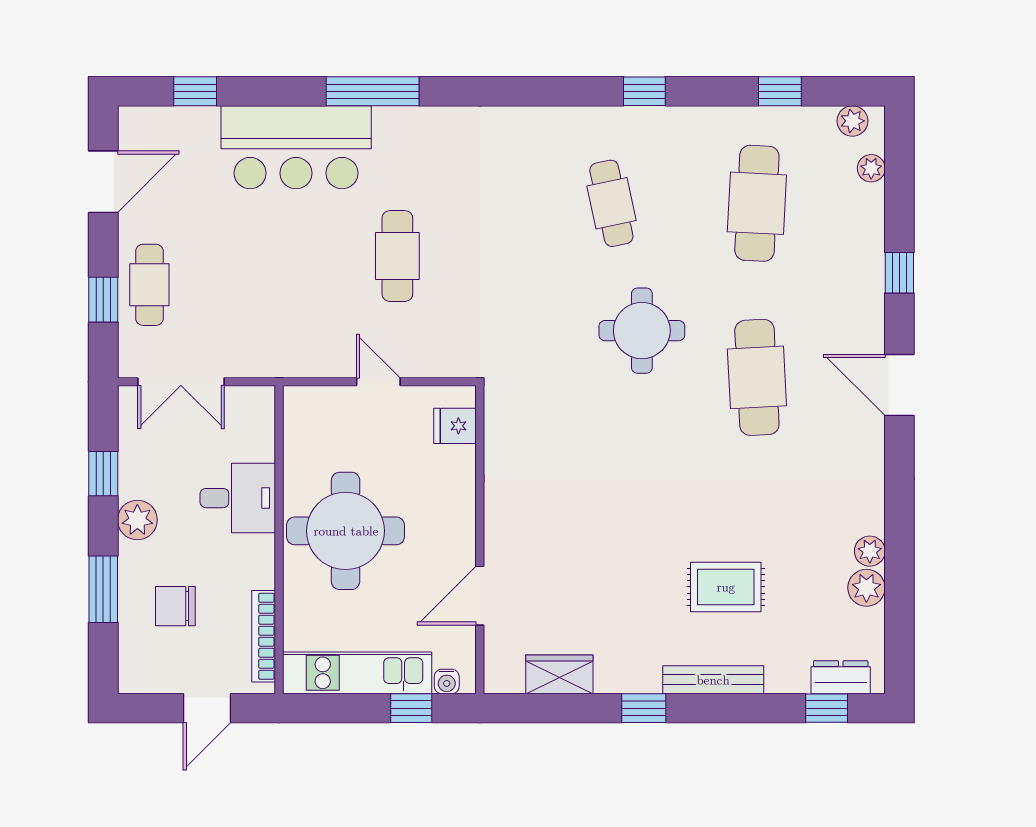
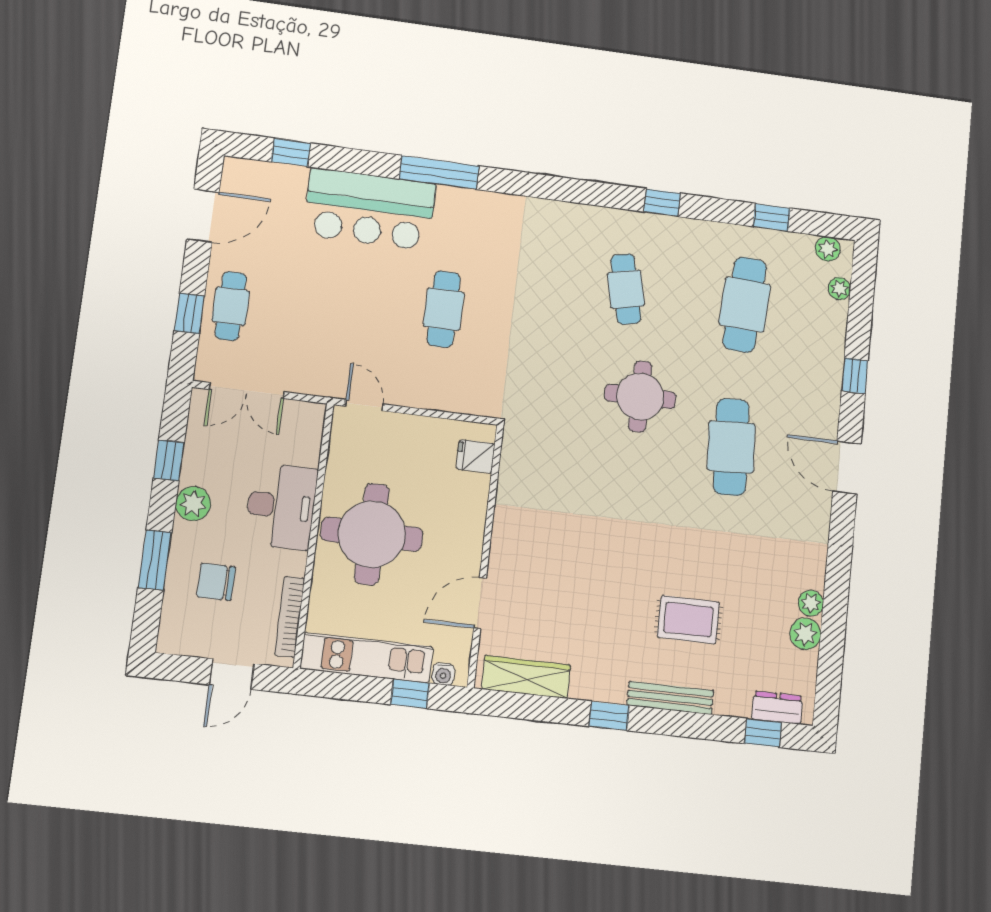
door: (378, 382) -> (364, 405), moved
desk: (238, 498) -> (281, 506), width x1.37
wardrobe: (559, 674) -> (526, 677), width x1.50

